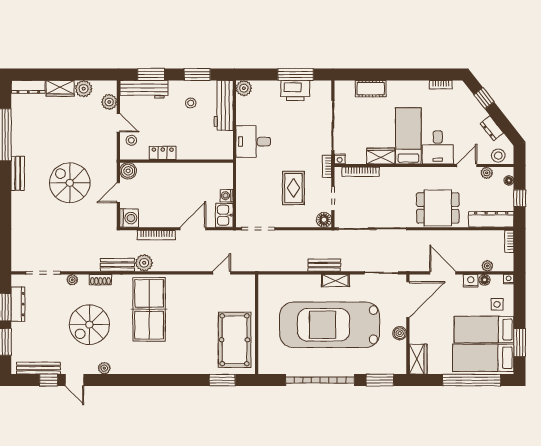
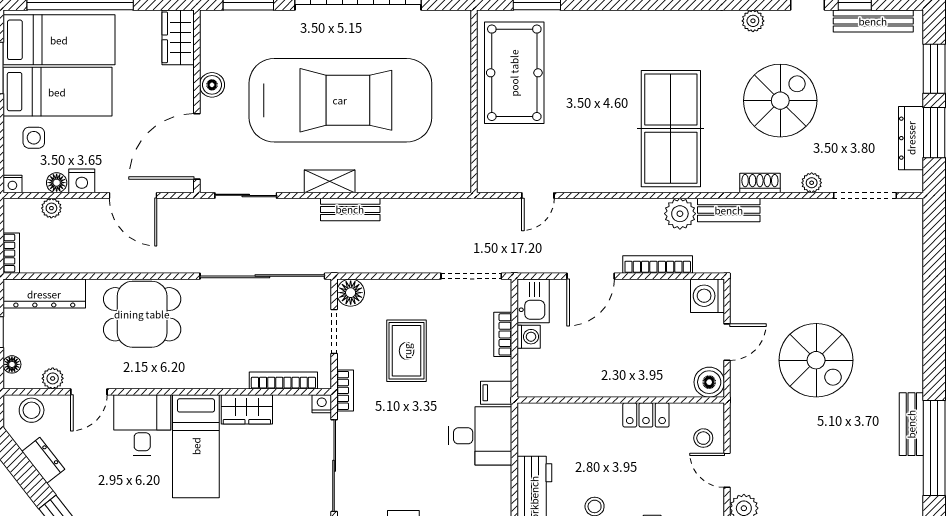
filing cabinet: (244, 165) -> (496, 393), added
bench: (18, 173) -> (911, 424), moved
bookcase: (241, 197) -> (503, 334), added

